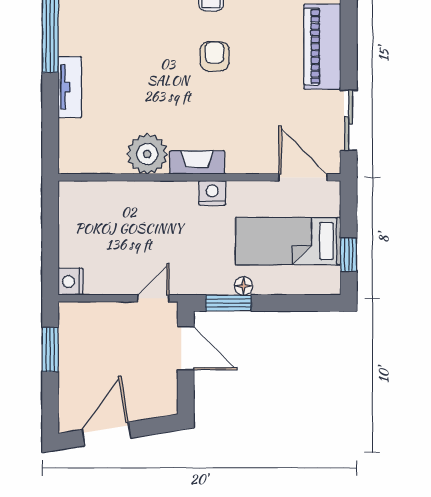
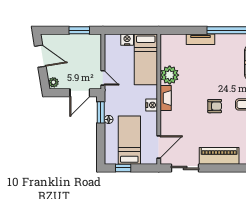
bed: (113, 205) -> (146, 59), added
nightstand: (70, 282) -> (127, 40), moved
plant: (163, 405) -> (53, 82), added

